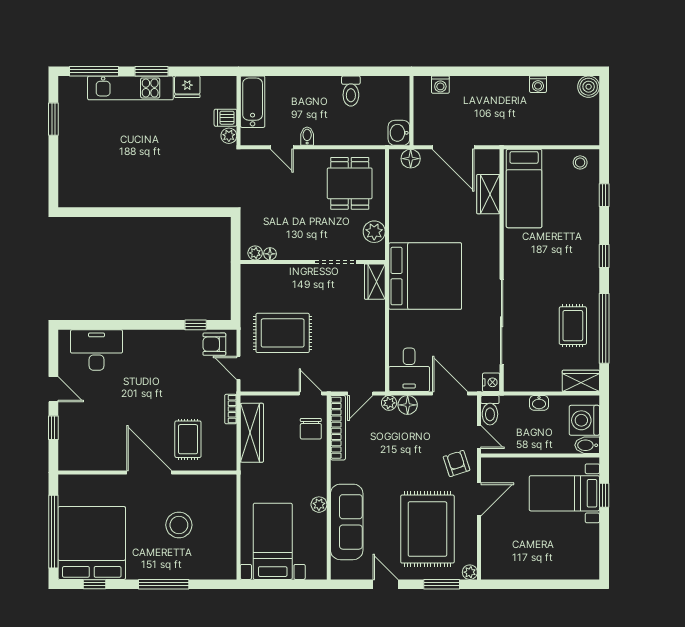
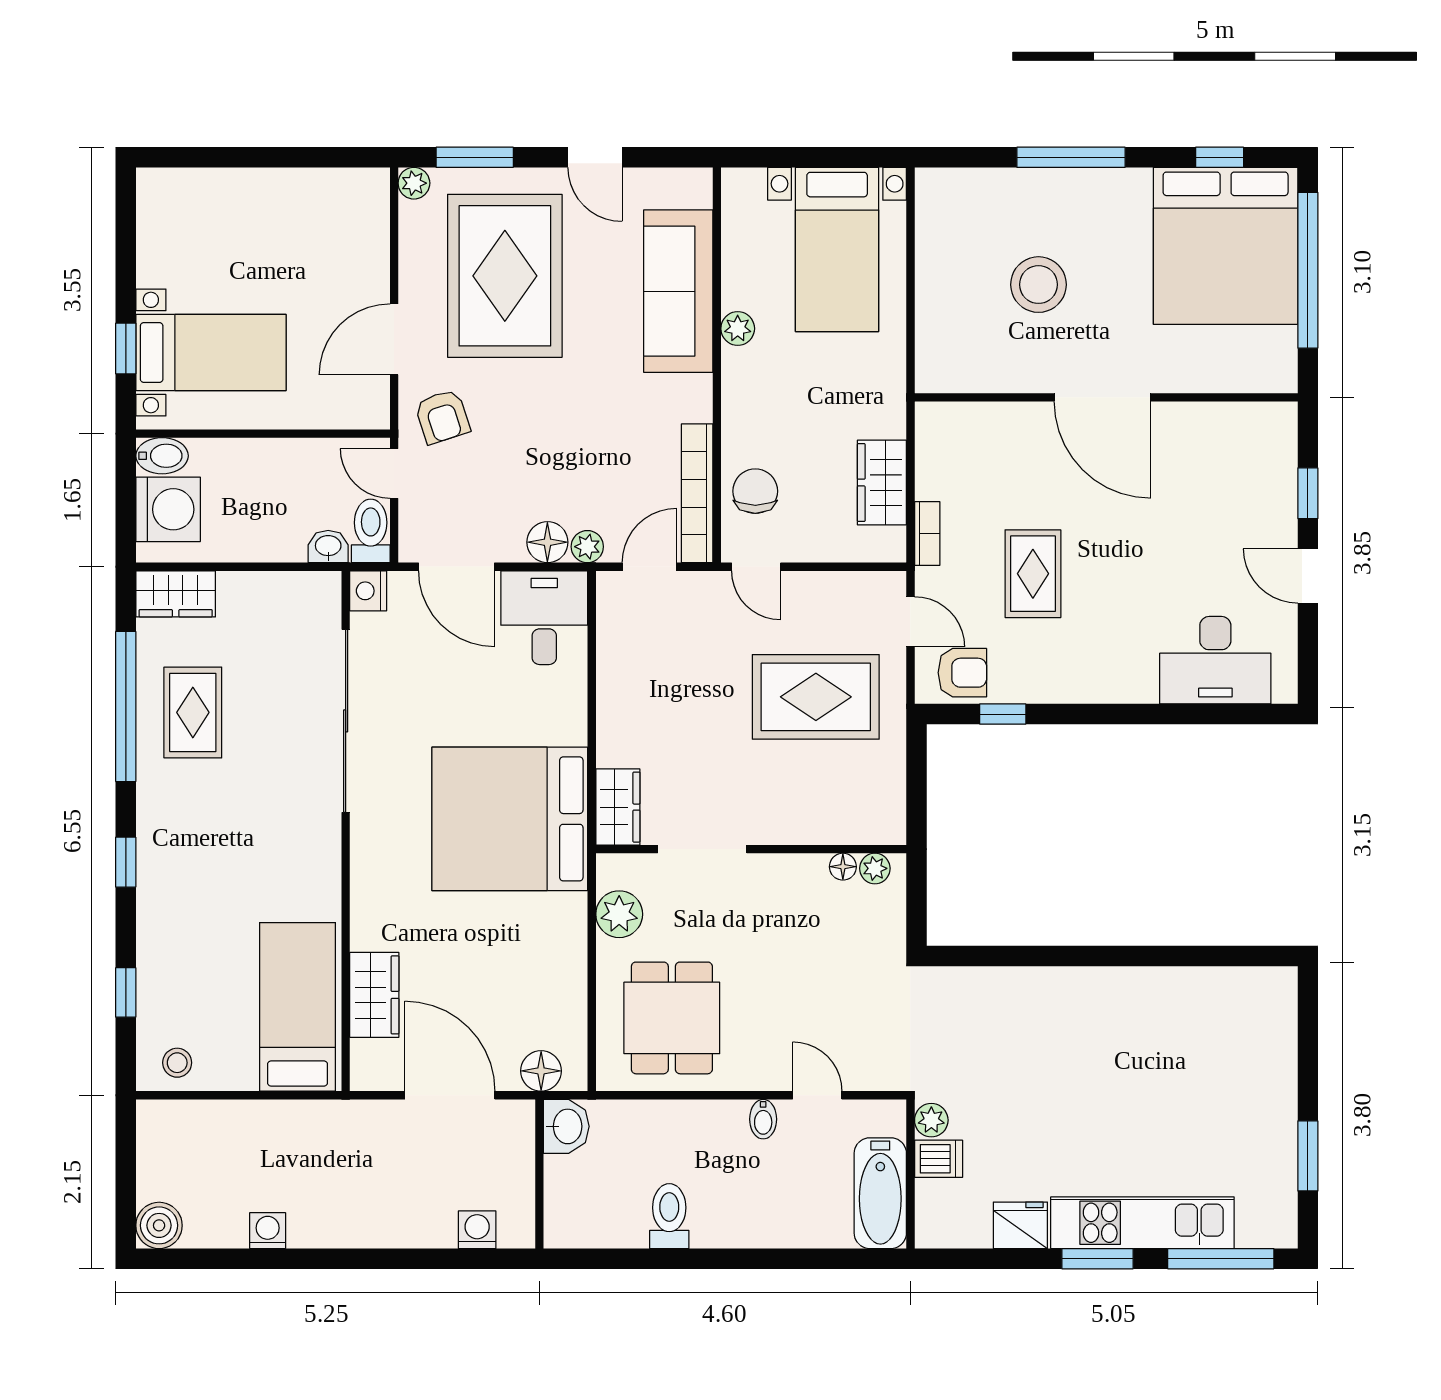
washbasin: (539, 403) -> (328, 547), moved
wardrobe: (252, 433) -> (882, 483), width x0.67
rug: (188, 439) -> (1033, 574), moved

